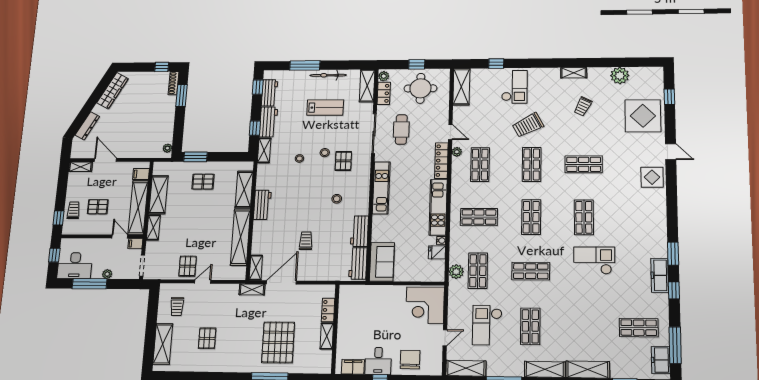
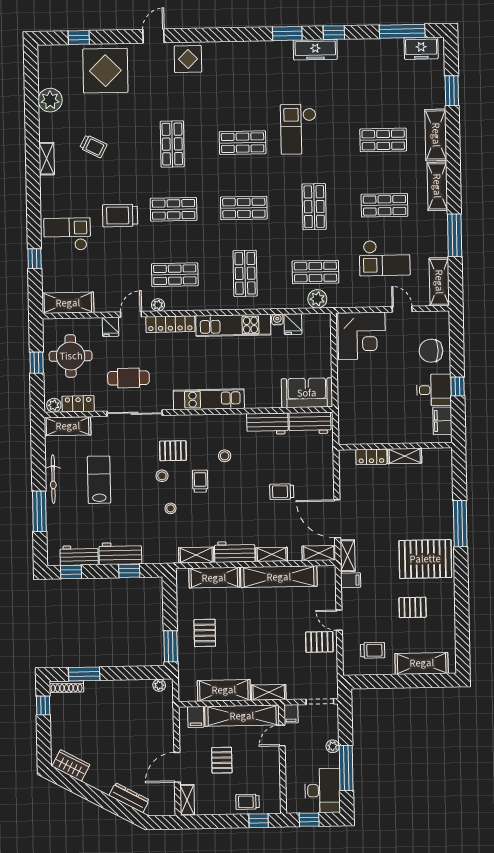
wardrobe: (112, 91) -> (71, 765), width x0.67
fridge: (441, 117) -> (110, 327), added
trolley: (528, 125) -> (120, 215), turned 118
shelving: (264, 150) -> (196, 555), moved
trolley: (319, 180) -> (200, 481), added
pallet: (98, 207) -> (222, 760), moved
shelving: (258, 232) -> (272, 554), added
filing cabinet: (233, 291) -> (351, 580), added
shop shelf: (639, 328) -> (383, 140), moved, turned 90
pallet: (278, 342) -> (425, 559), moved

